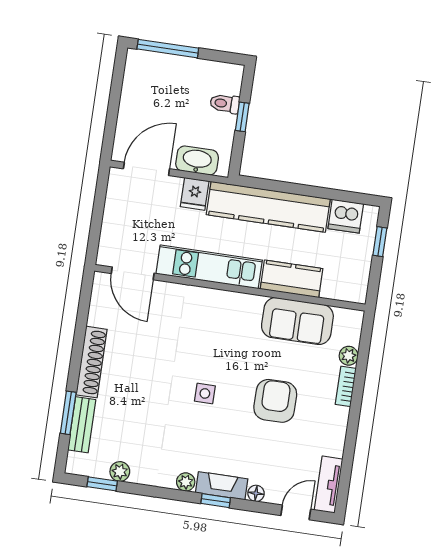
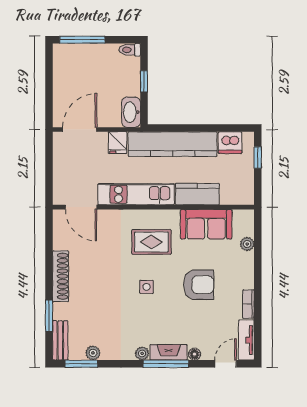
toilet: (225, 104) -> (130, 50), moved
washbasin: (197, 160) -> (131, 112), moved, turned -90
rug: (220, 334) -> (151, 242), added
bookcase: (346, 386) -> (248, 304), moved
armchair: (275, 401) -> (199, 285), turned 90
bench: (82, 425) -> (60, 340), moved
window: (102, 484) -> (81, 364), width x1.50
window: (216, 501) -> (166, 364), width x2.17

